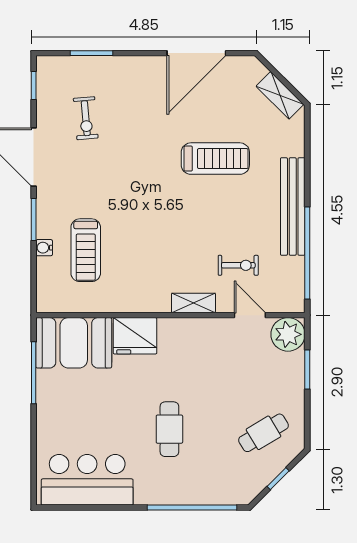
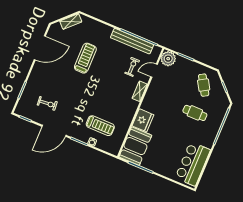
door: (196, 53) -> (40, 48), hinge flipped
bench: (293, 207) -> (132, 41), moved
cafe table: (169, 429) -> (195, 113), moved

